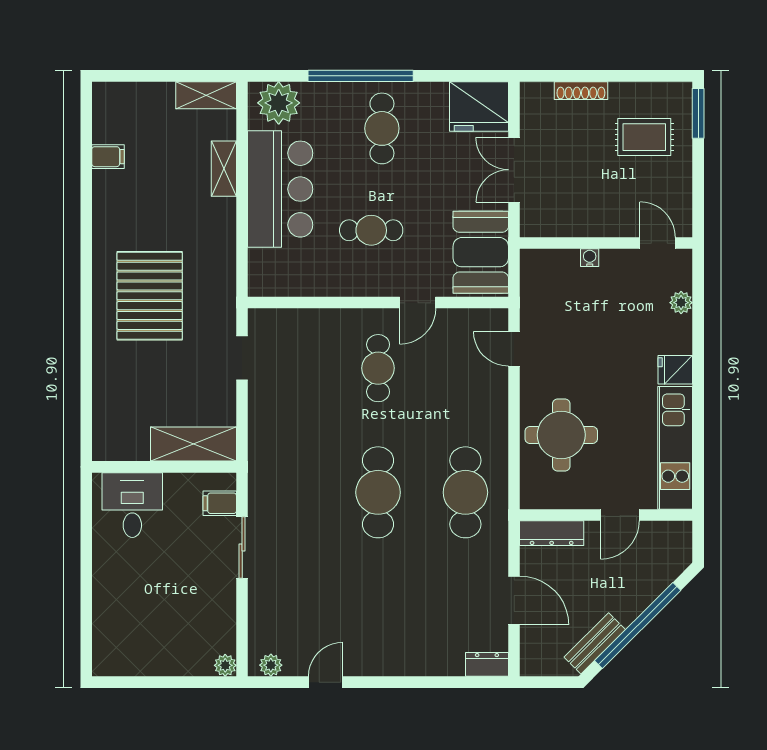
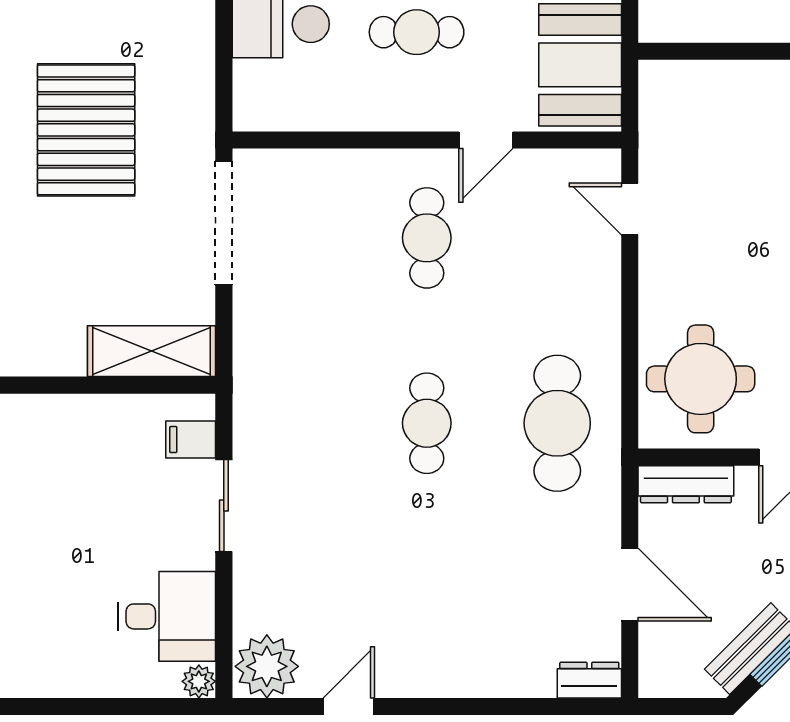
water cooler: (590, 258) -> (743, 73), removed
doorway: (242, 358) -> (224, 223), width x1.88
round table: (561, 435) -> (701, 379), moved
cafe table: (378, 492) -> (427, 423), width x0.73, depth x0.74
desk: (132, 505) -> (167, 616), moved, turned 90
plant: (271, 665) -> (267, 666), width x1.87, depth x1.87

